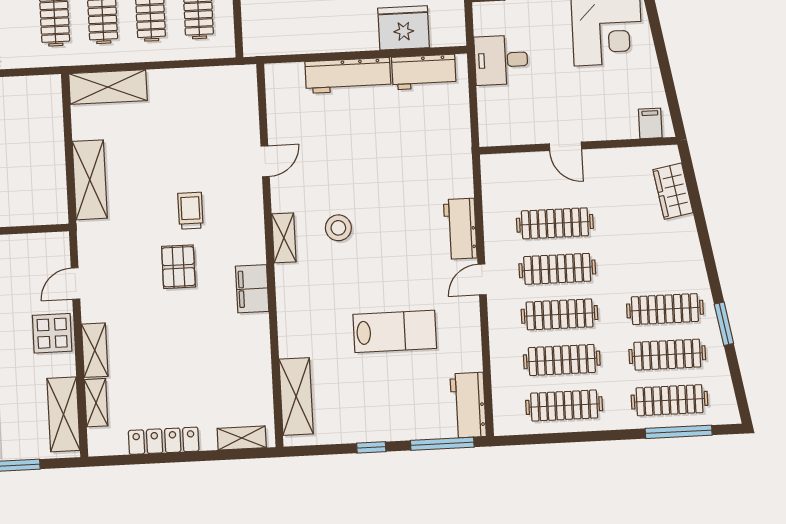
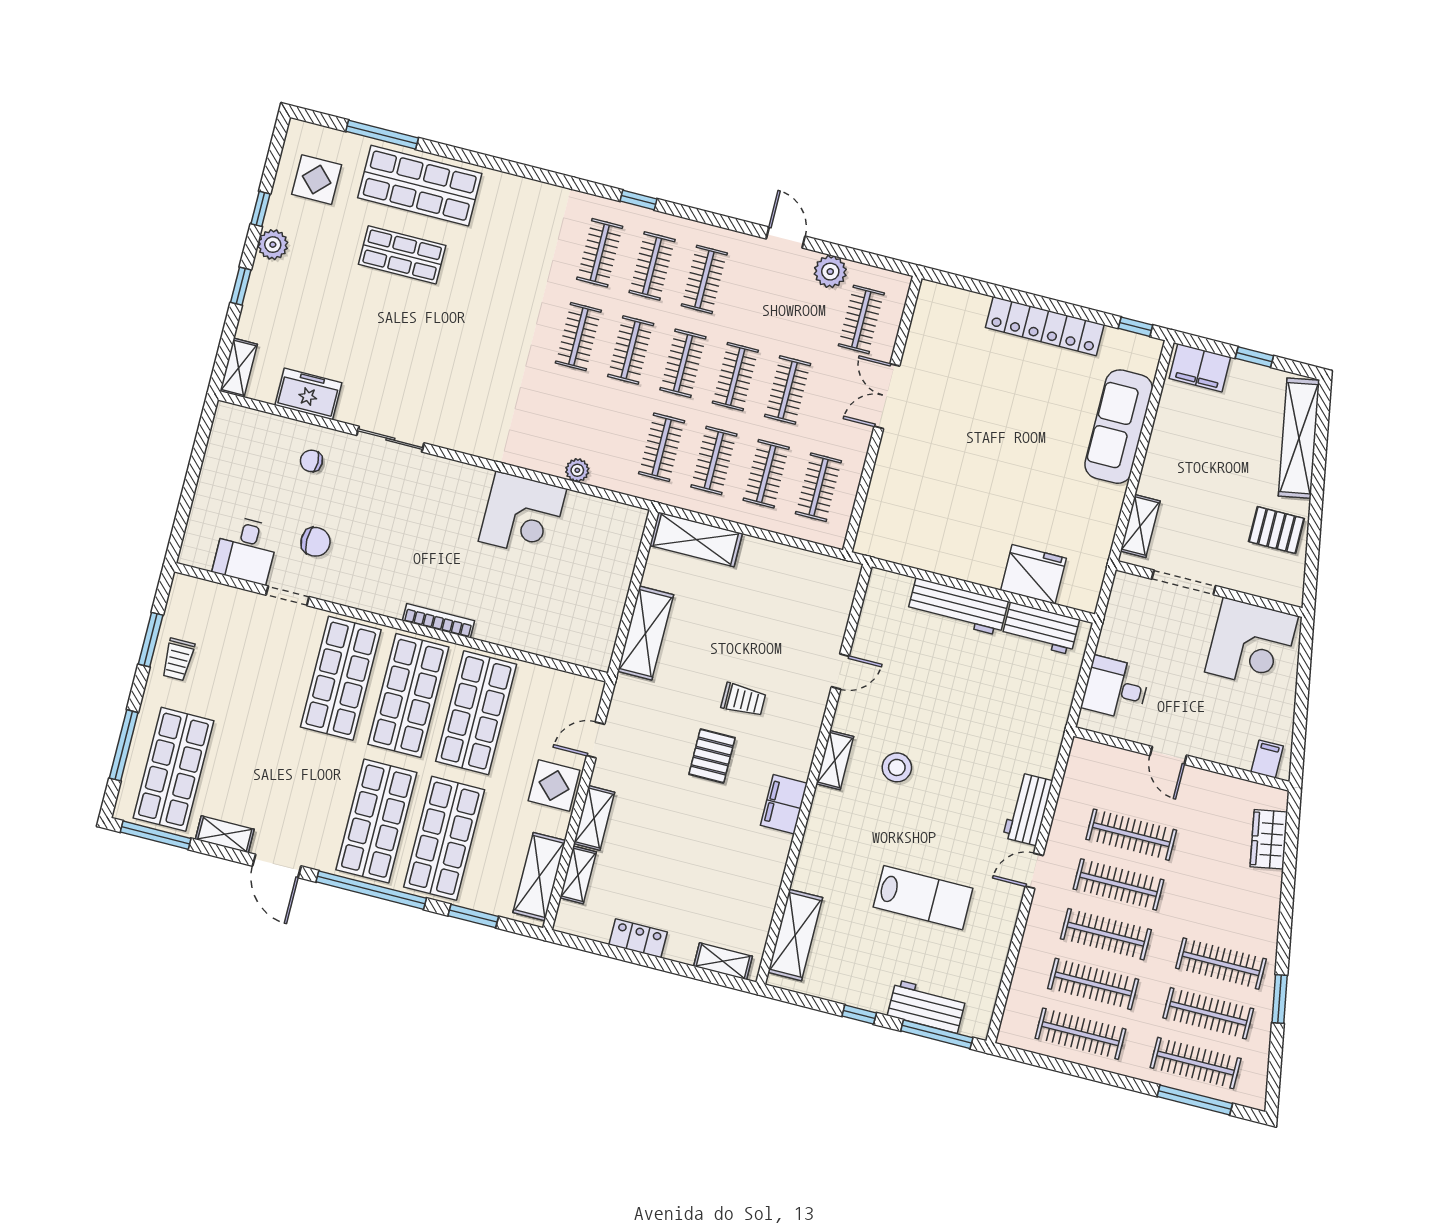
desk: (501, 60) -> (1116, 688), moved
trolley: (190, 211) -> (744, 700), turned 90
workbench: (468, 405) -> (927, 1007), moved, turned 90
locker: (164, 441) -> (638, 938), width x0.66

